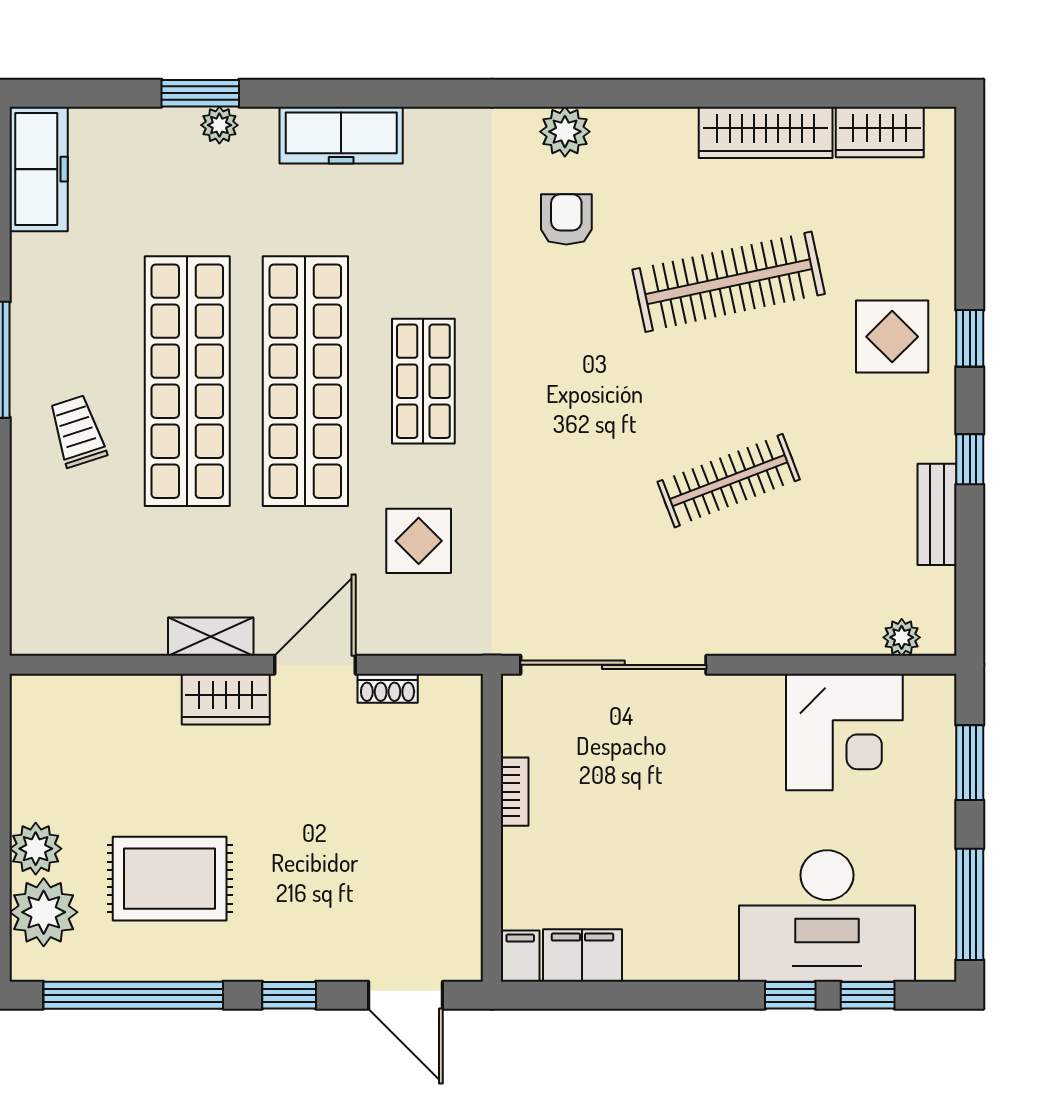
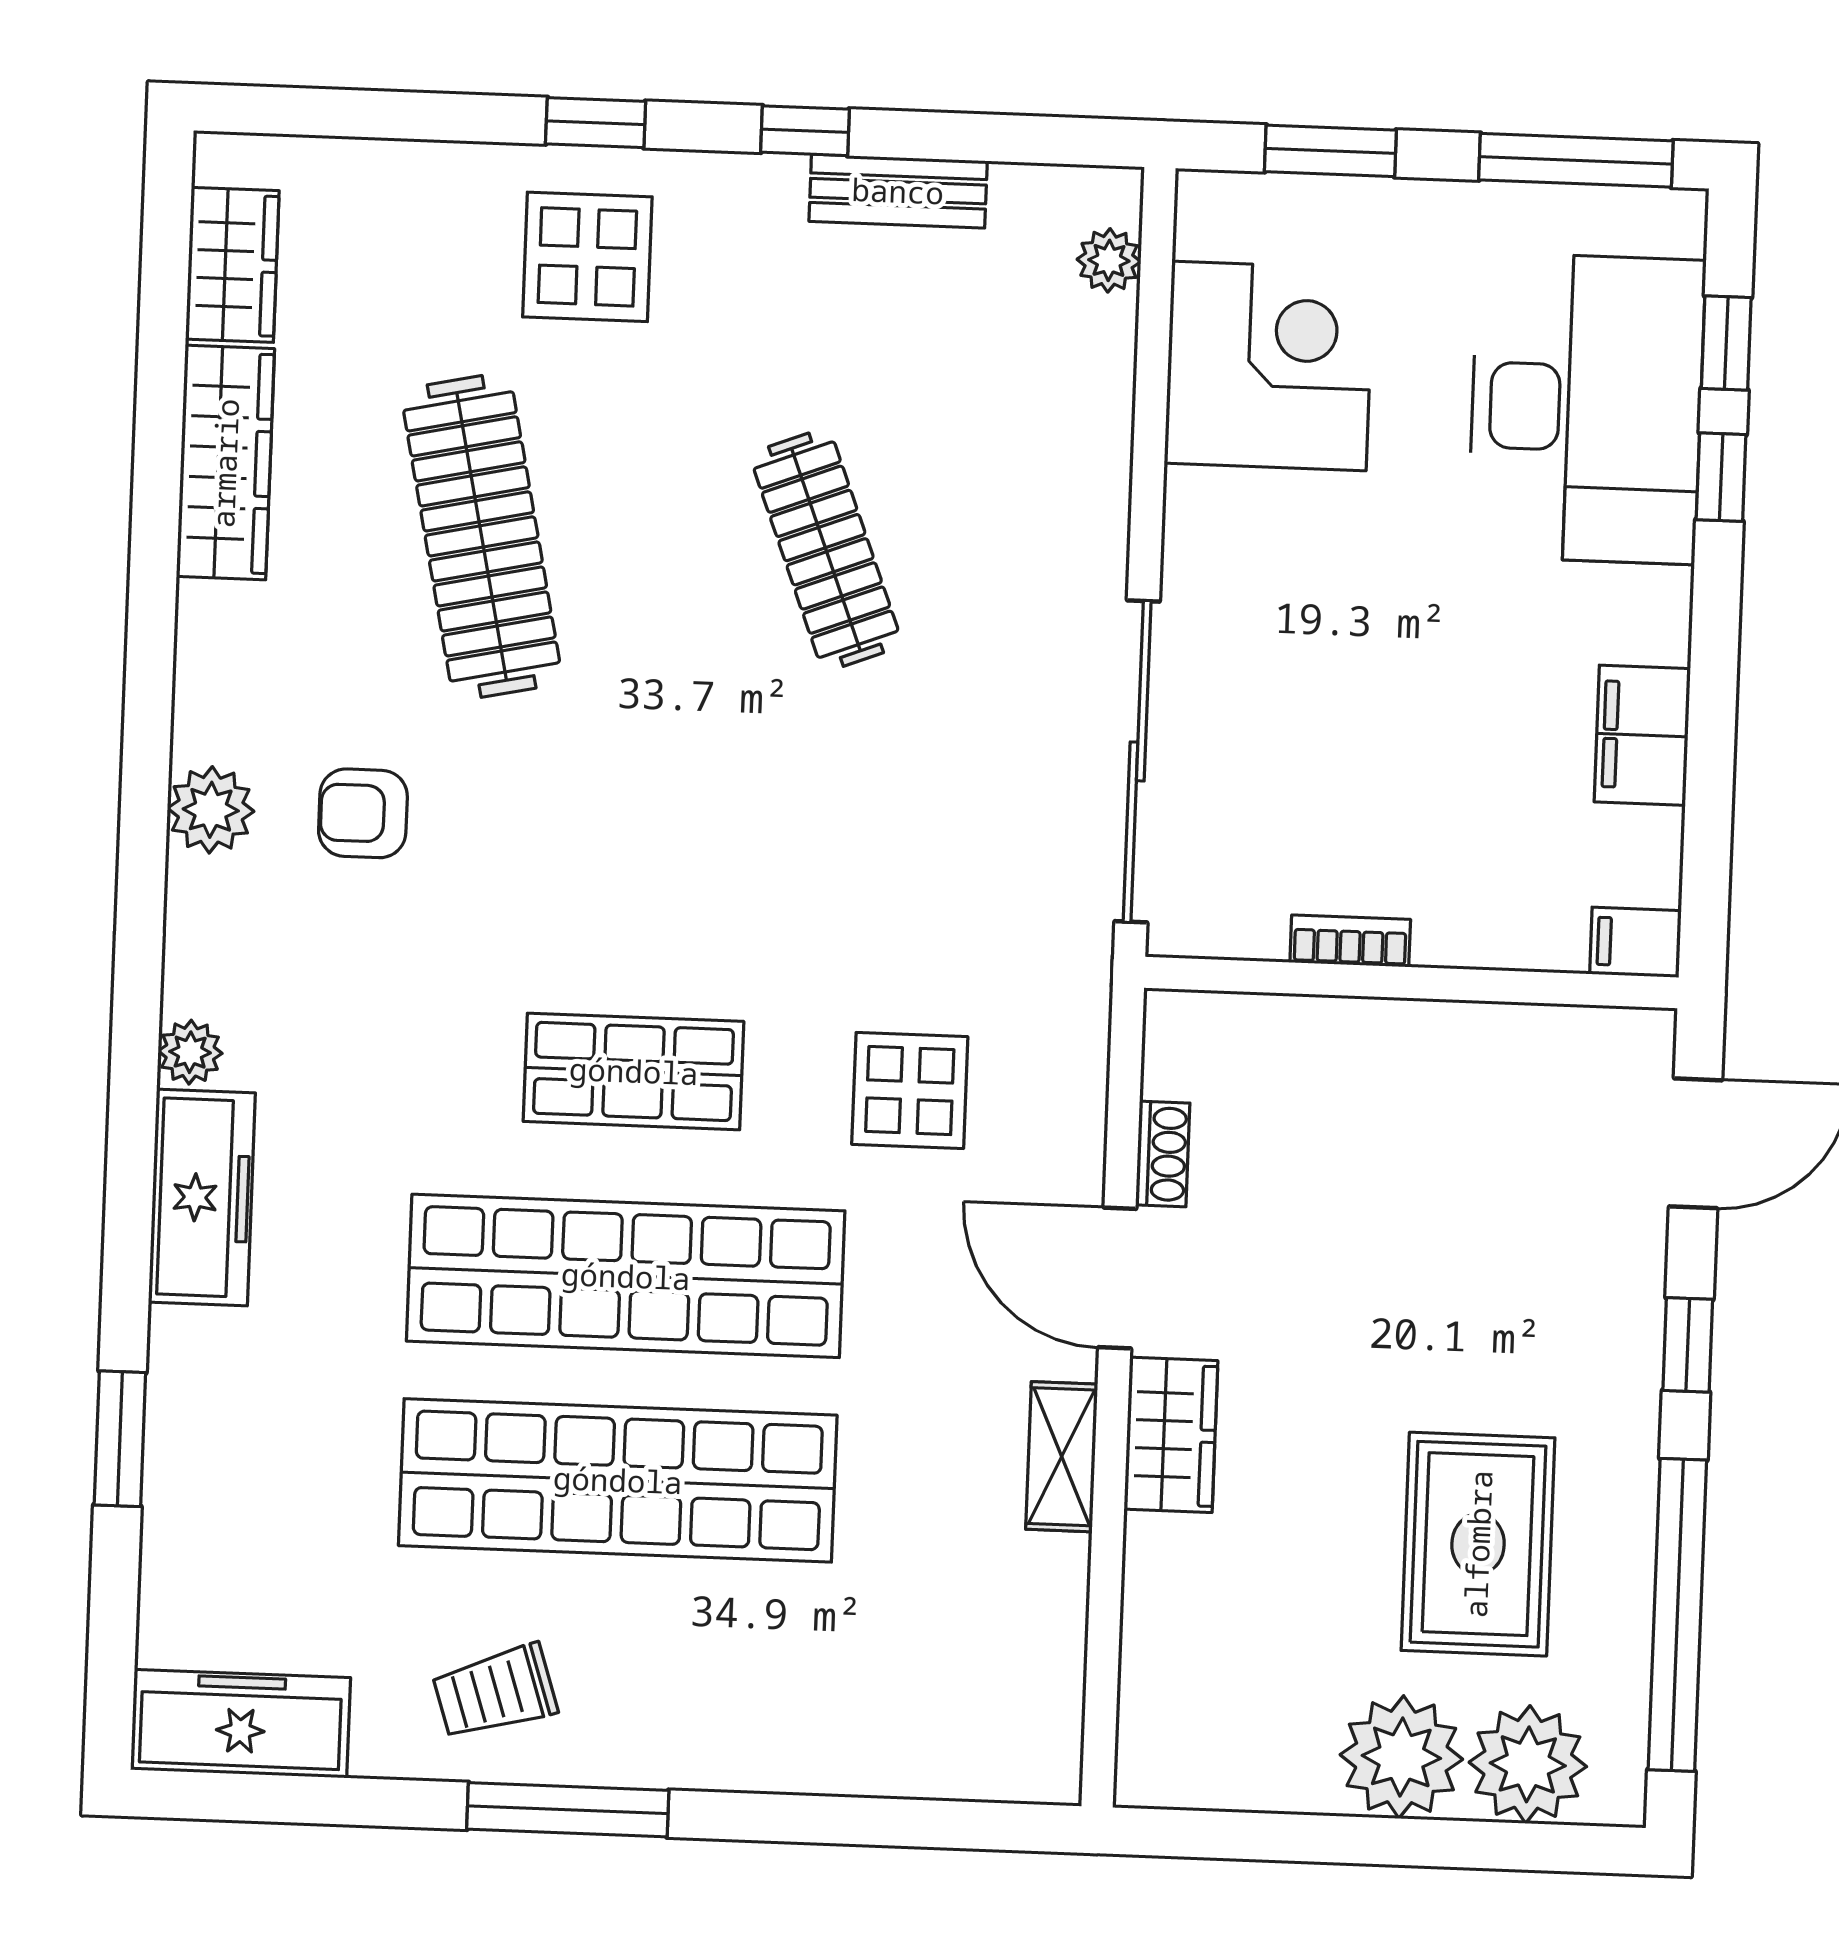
plant: (219, 125) -> (190, 1052), moved
trolley: (77, 431) -> (495, 1692), moved
plant: (36, 849) -> (1401, 1757), width x1.36, depth x1.36
filing cabinet: (582, 955) -> (1642, 735), moved

